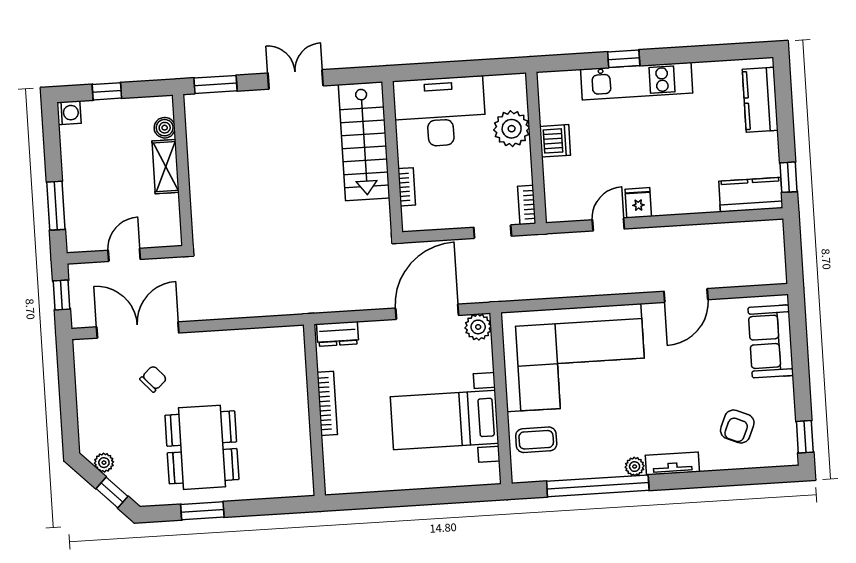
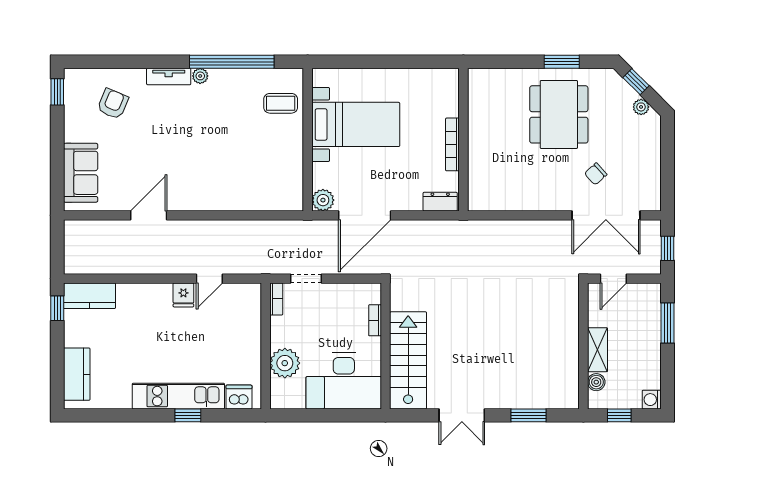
boiler: (165, 128) -> (596, 382), moved
dishwasher: (555, 141) -> (239, 397), moved, turned 90
shelving: (166, 167) -> (598, 350), moved
wall: (183, 170) -> (583, 346), moved
corner sofa: (574, 358) -> (245, 170), removed

